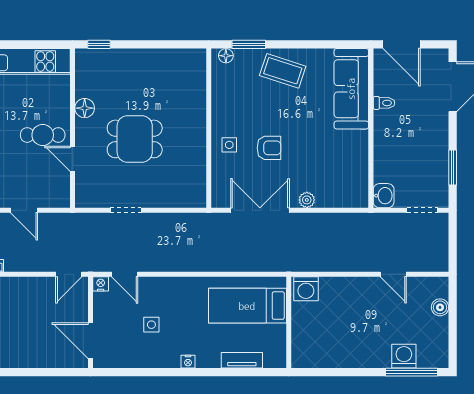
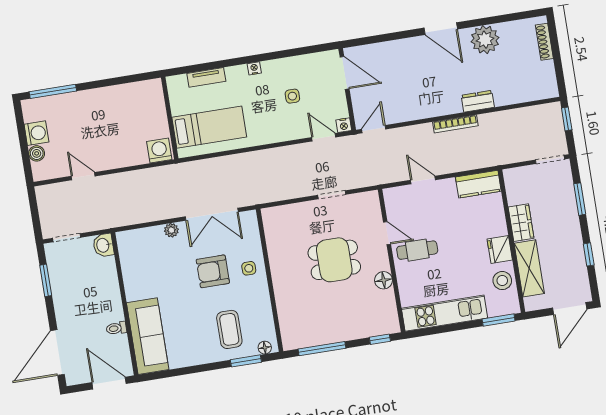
window: (164, 44) -> (322, 349), added
coffee table: (283, 71) -> (229, 329), moved, turned 72
armchair: (269, 148) -> (213, 271), width x1.38, depth x1.38
washing machine: (404, 356) -> (36, 133), moved, turned -90

